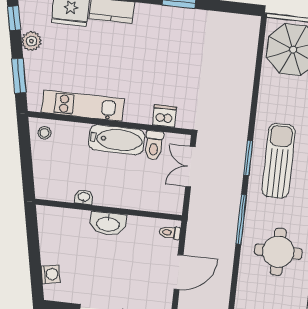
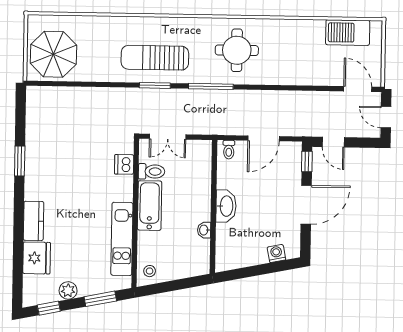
door: (179, 272) -> (264, 138), swing flipped

